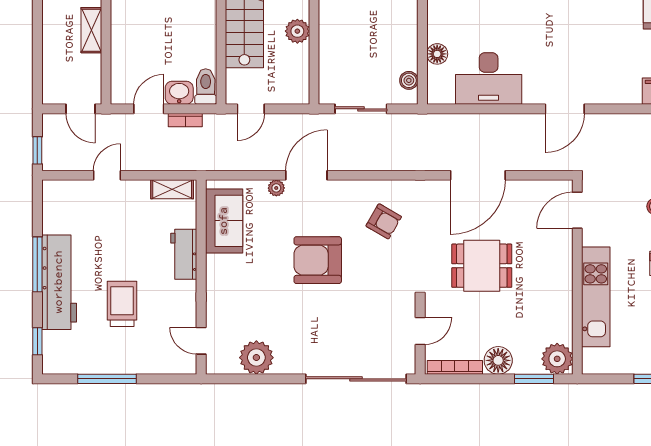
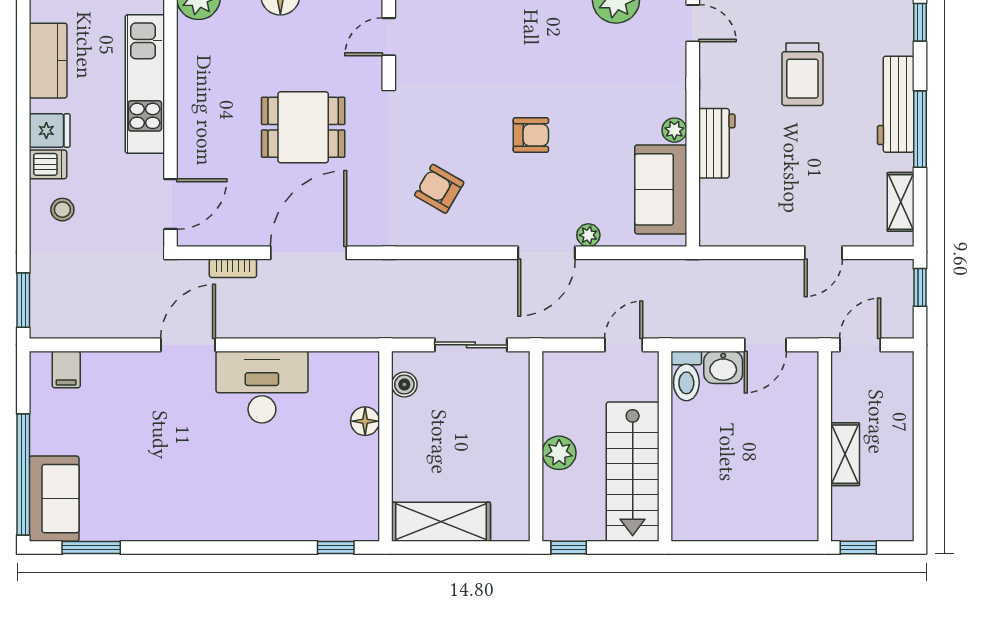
desk: (489, 79) -> (262, 387), moved
door: (81, 109) -> (860, 345), hinge flipped
bookcase: (185, 120) -> (233, 268), moved, turned 180
shelving: (172, 189) -> (901, 202), moved, turned 90
armchair: (318, 260) -> (531, 135), width x0.53, depth x0.53
plant: (214, 264) -> (674, 130), added
workbench: (59, 282) -> (896, 104), width x0.73, depth x0.76

